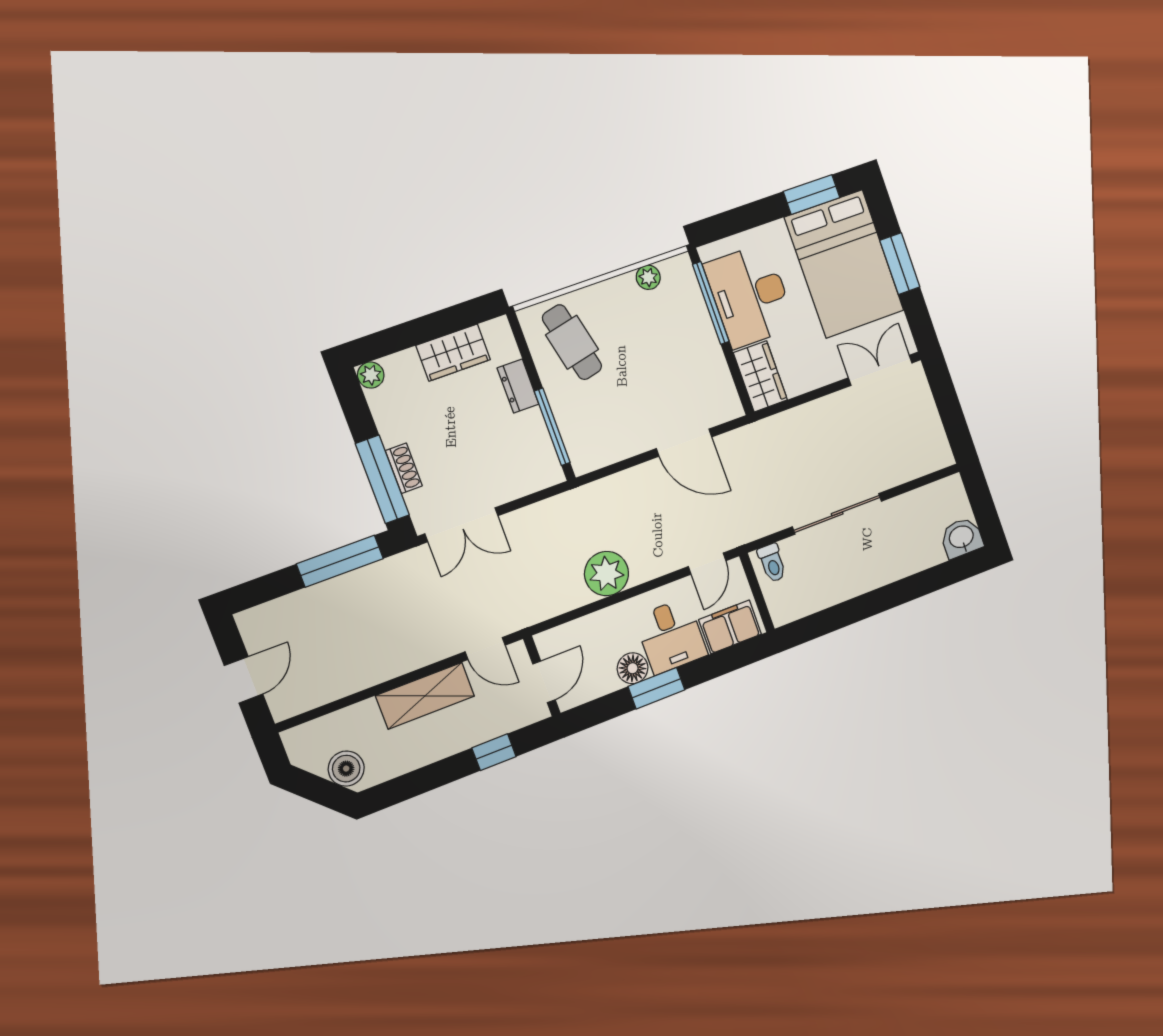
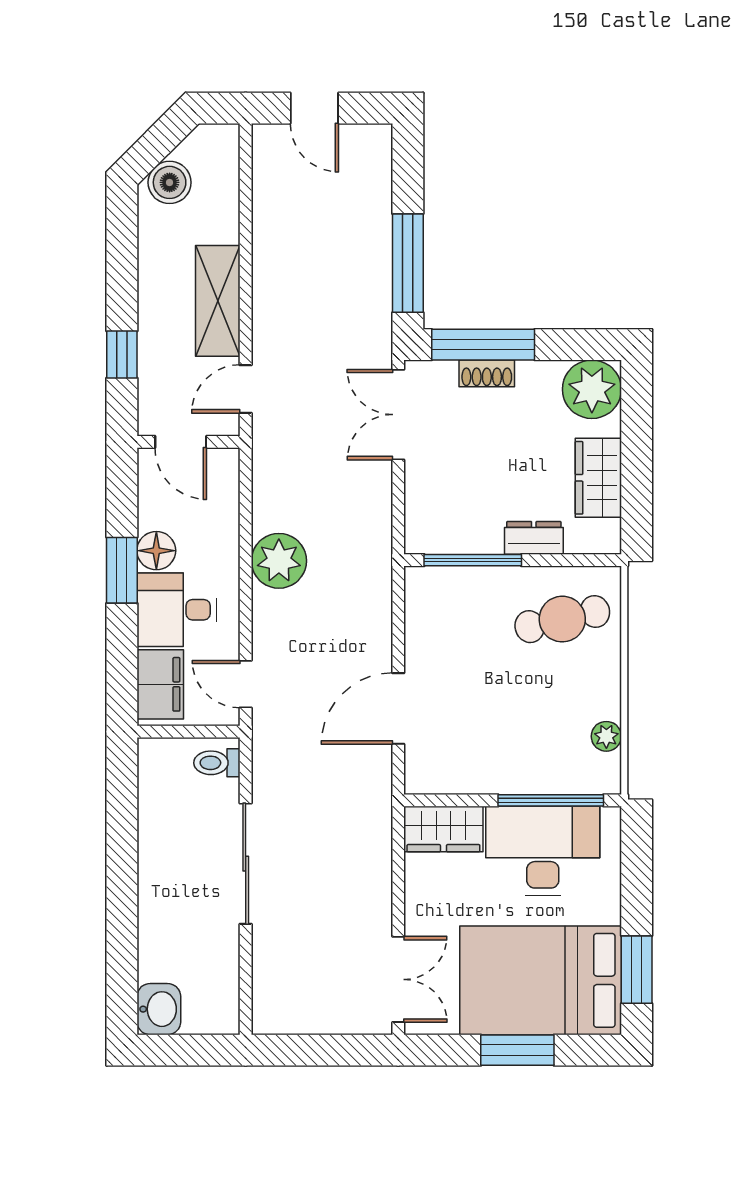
plant: (371, 375) -> (592, 389), width x1.88, depth x1.88

